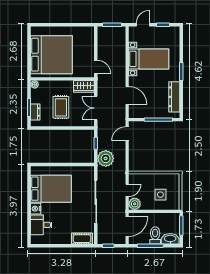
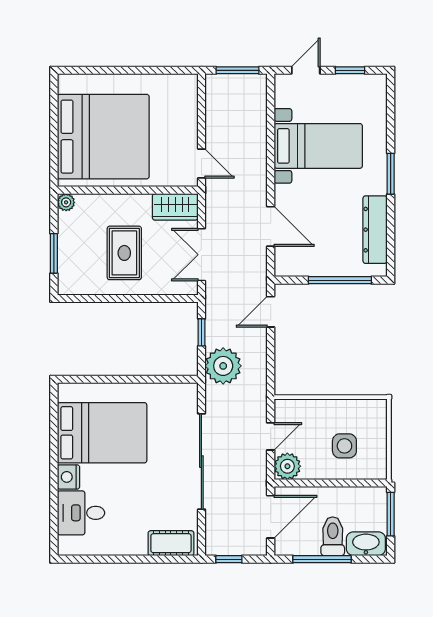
dresser: (35, 112) -> (67, 263), removed

